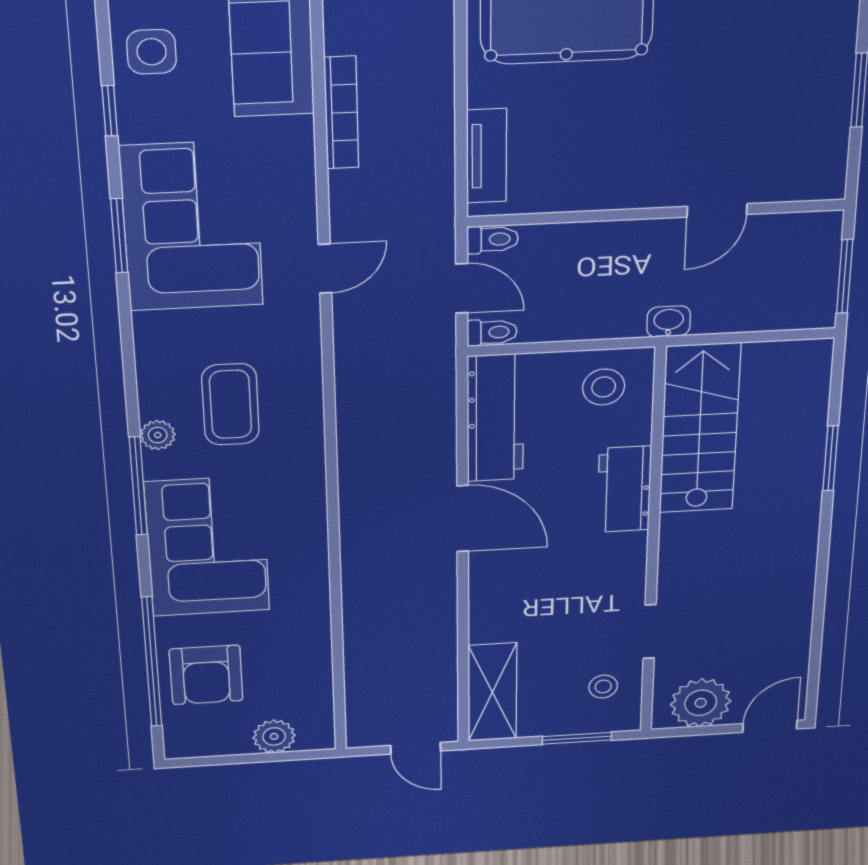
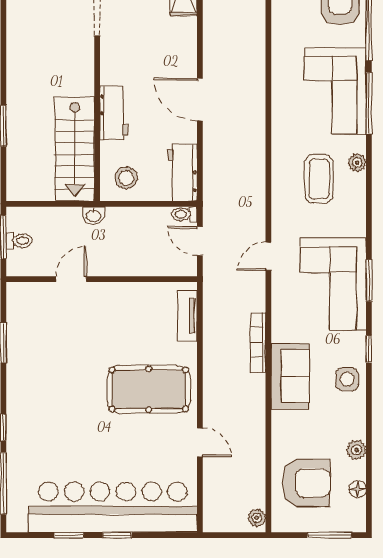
toilet: (493, 239) -> (19, 241), moved, turned 180
workbench: (495, 418) -> (183, 173), width x0.73
window: (138, 486) -> (369, 103), moved

